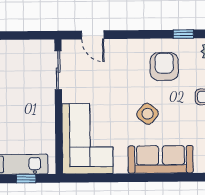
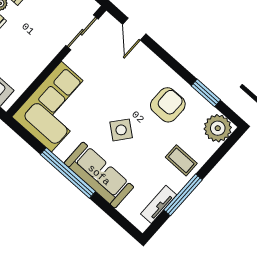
window: (183, 34) -> (206, 93), width x1.50
window: (137, 178) -> (68, 173), added

